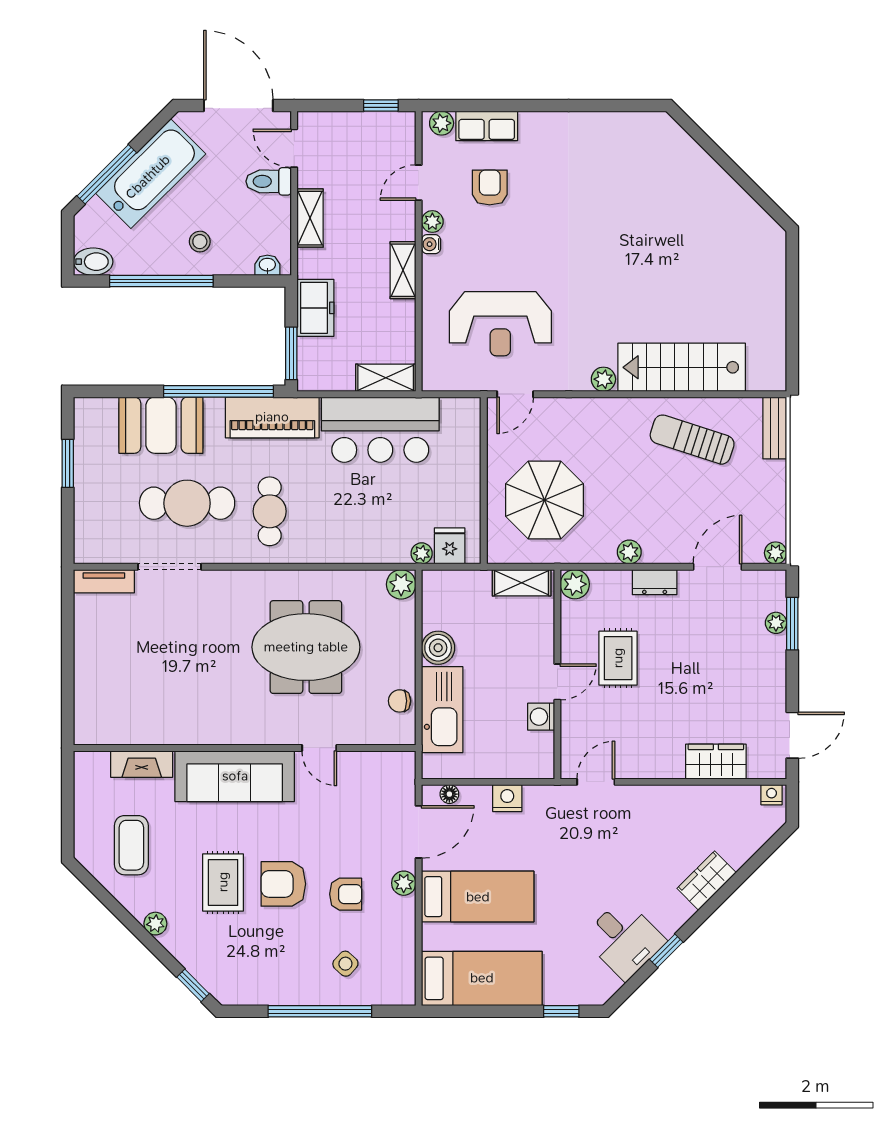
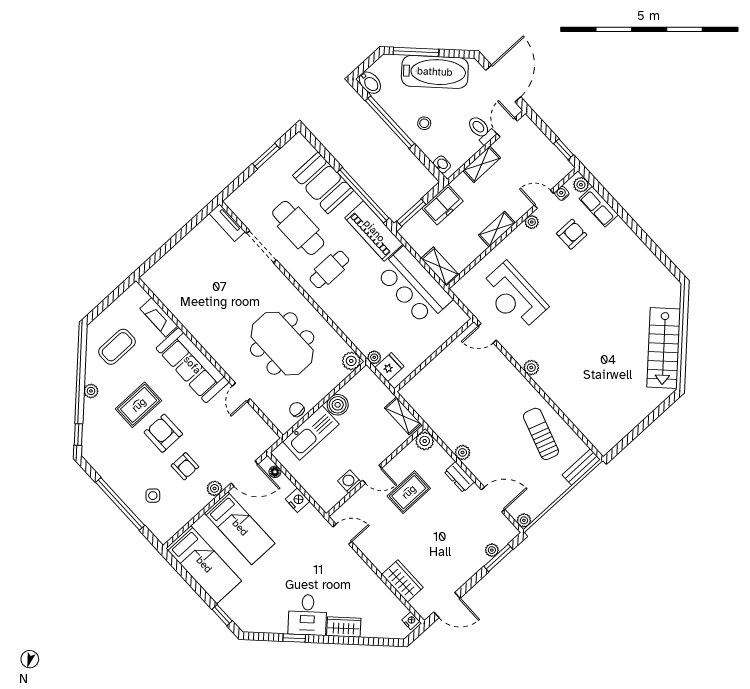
water cooler: (431, 244) -> (562, 193), moved
stairs: (682, 367) -> (664, 348), moved, turned -135
parasol: (545, 500) -> (451, 391), removed
desk: (624, 939) -> (307, 615), moved

